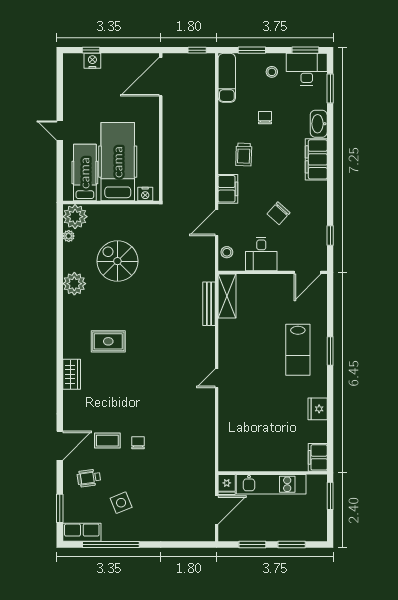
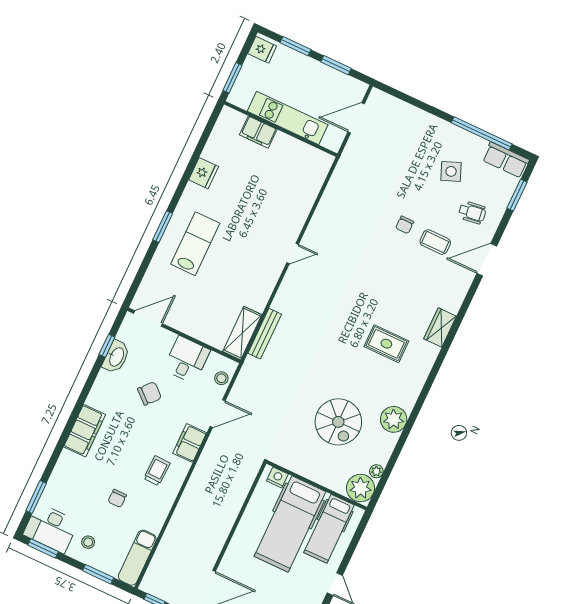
washbasin: (319, 124) -> (116, 357), moved
filing cabinet: (318, 457) -> (258, 132), moved, turned 90
fridge: (227, 485) -> (262, 50), moved, turned 90

